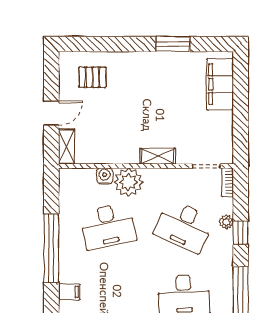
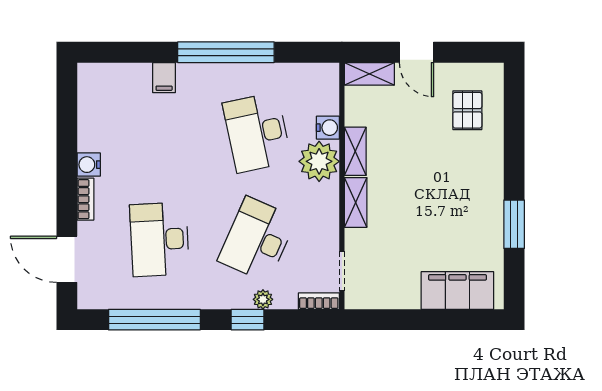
shelving: (121, 156) -> (355, 151), added

